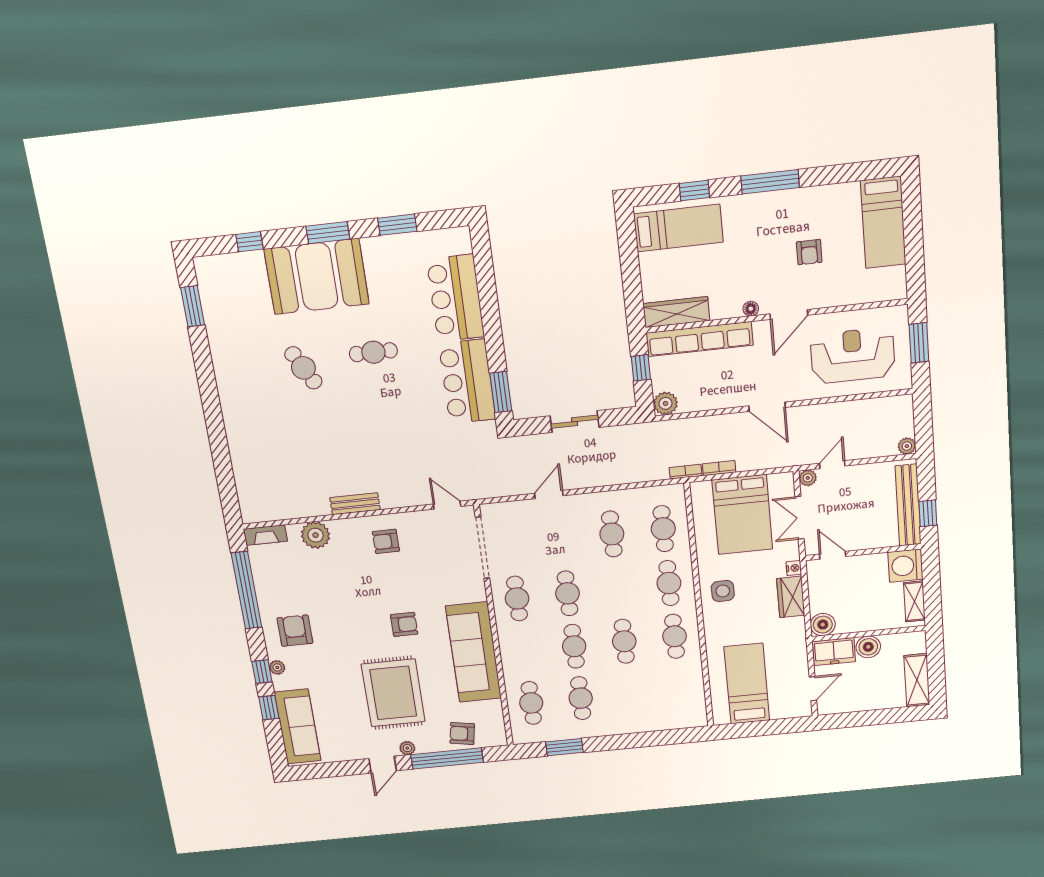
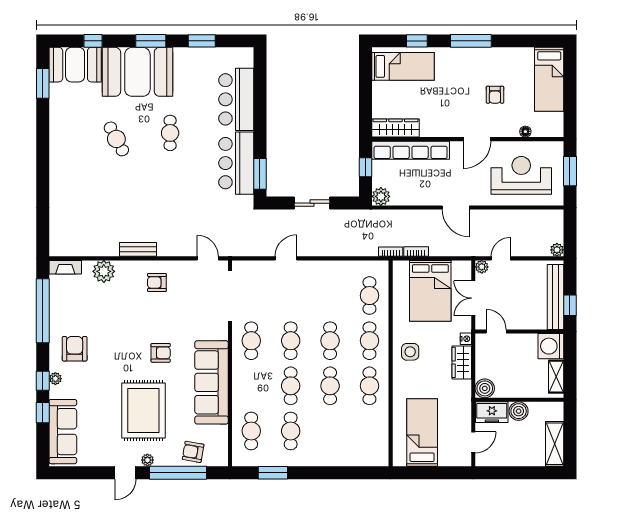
booth: (231, 276) -> (75, 65), added
floor lamp: (751, 309) -> (525, 132), moved
cafe table: (373, 352) -> (170, 133), turned 90
cafe table: (612, 534) -> (330, 341), moved

